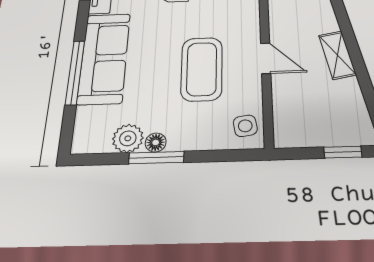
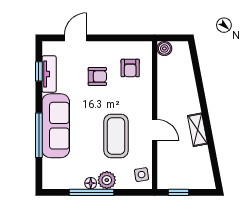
plant: (128, 138) -> (107, 180), moved
window: (343, 152) -> (178, 192), moved
window: (156, 158) -> (92, 192), width x1.44

